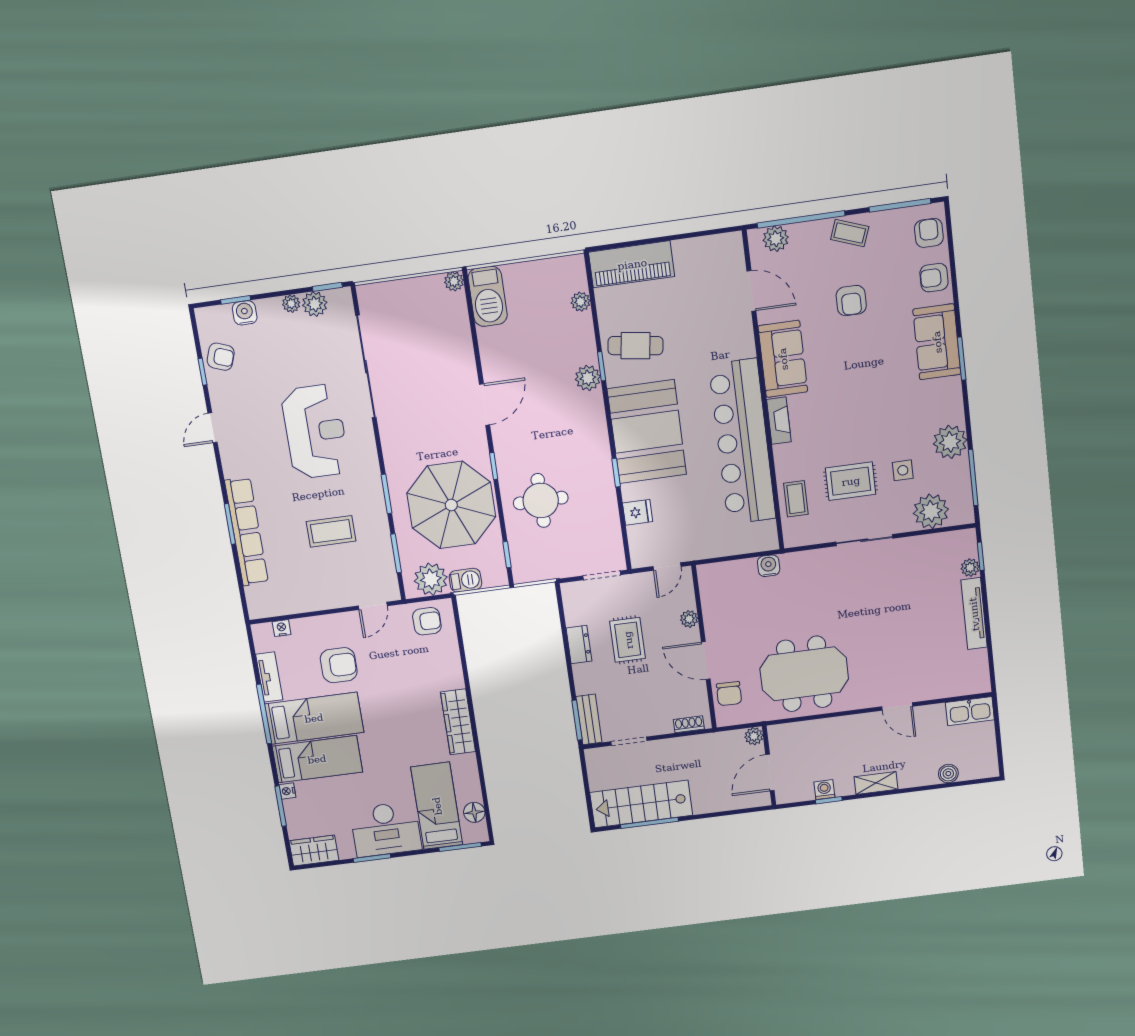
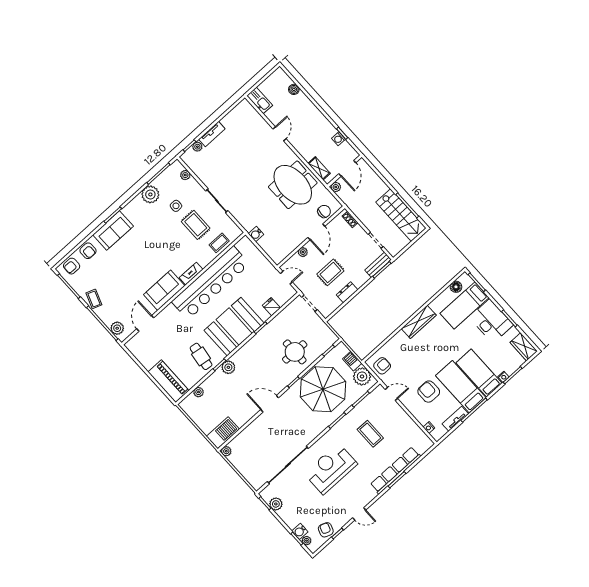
armchair: (851, 301) -> (121, 279), removed
plant: (291, 304) -> (307, 541), moved
plant: (931, 511) -> (185, 175), width x0.53, depth x0.53
tv unit: (974, 614) -> (212, 134), width x0.71
armchair: (427, 621) -> (382, 366), turned 90
door: (770, 773) -> (347, 168), hinge flipped
shelving: (876, 783) -> (319, 168), moved

